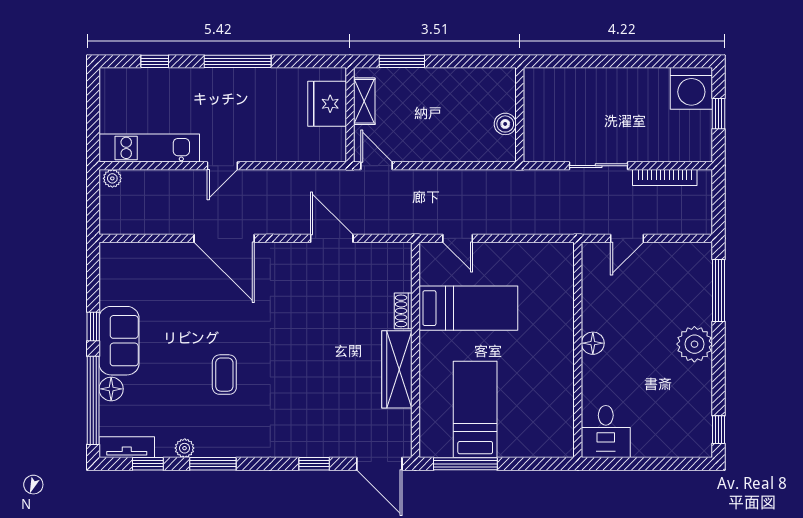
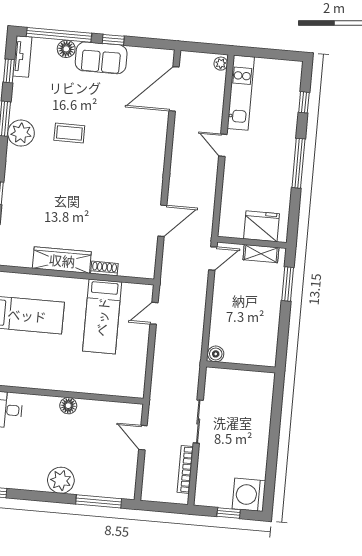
boiler: (505, 124) -> (216, 354), moved
door: (224, 238) -> (174, 89), moved
plant: (185, 448) -> (21, 133), moved, width x1.88, depth x1.88

